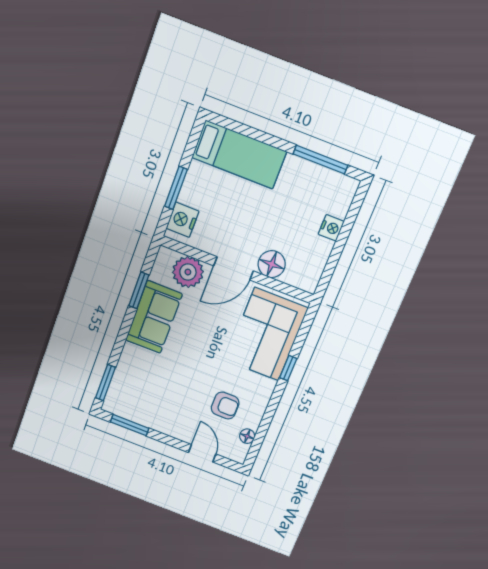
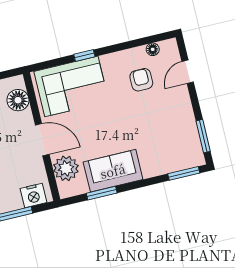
floor lamp: (272, 264) -> (18, 100), moved

